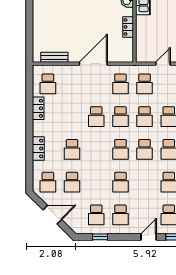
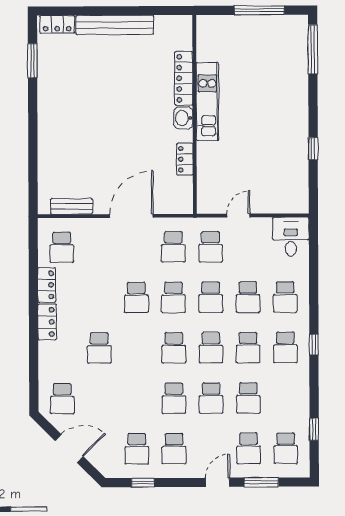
locker: (38, 148) -> (47, 322), moved
school desk: (72, 182) -> (211, 398), moved

